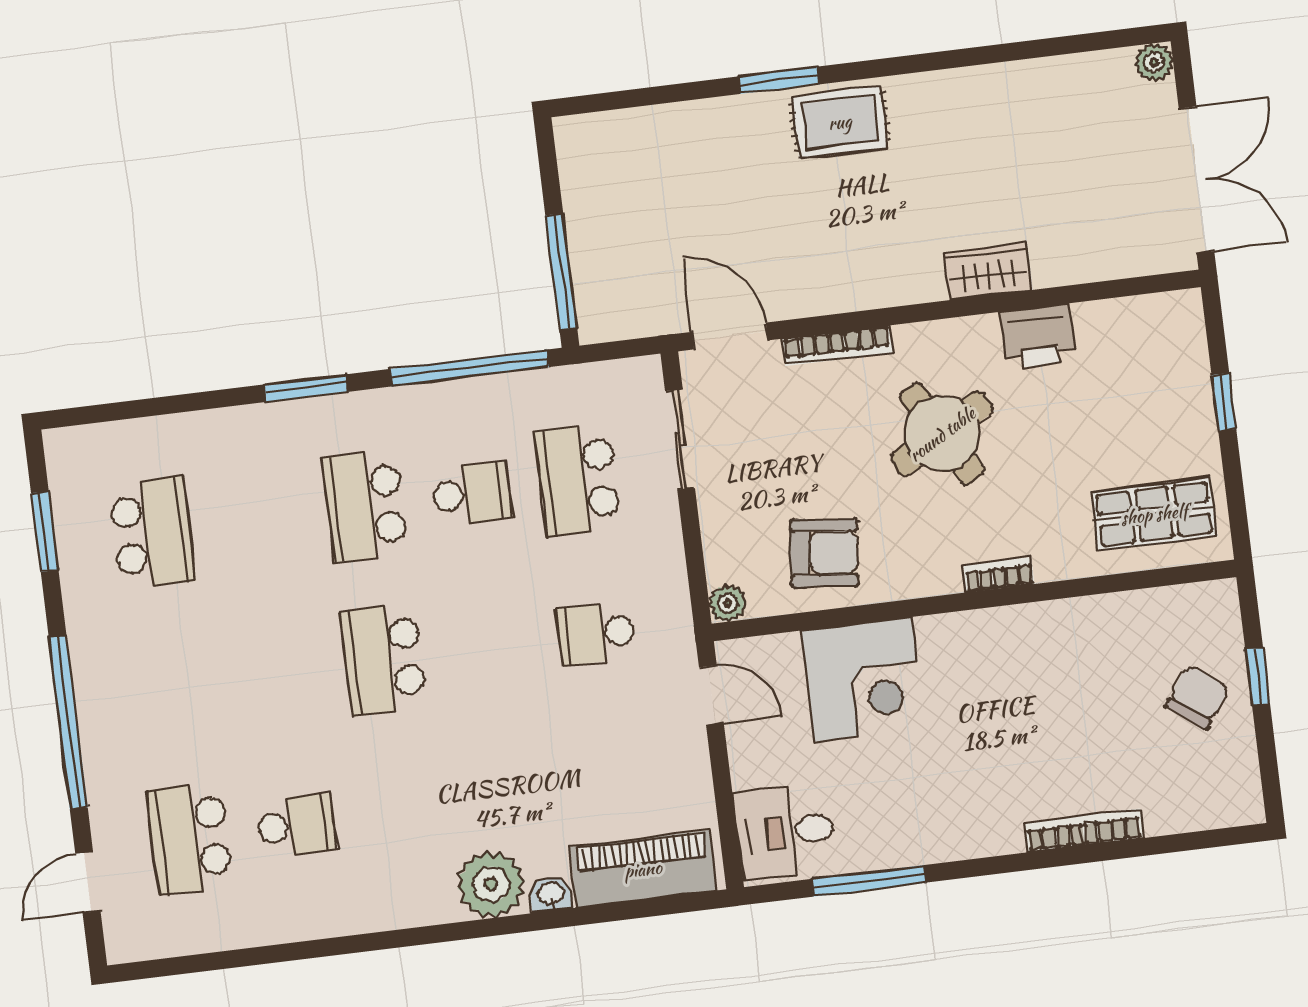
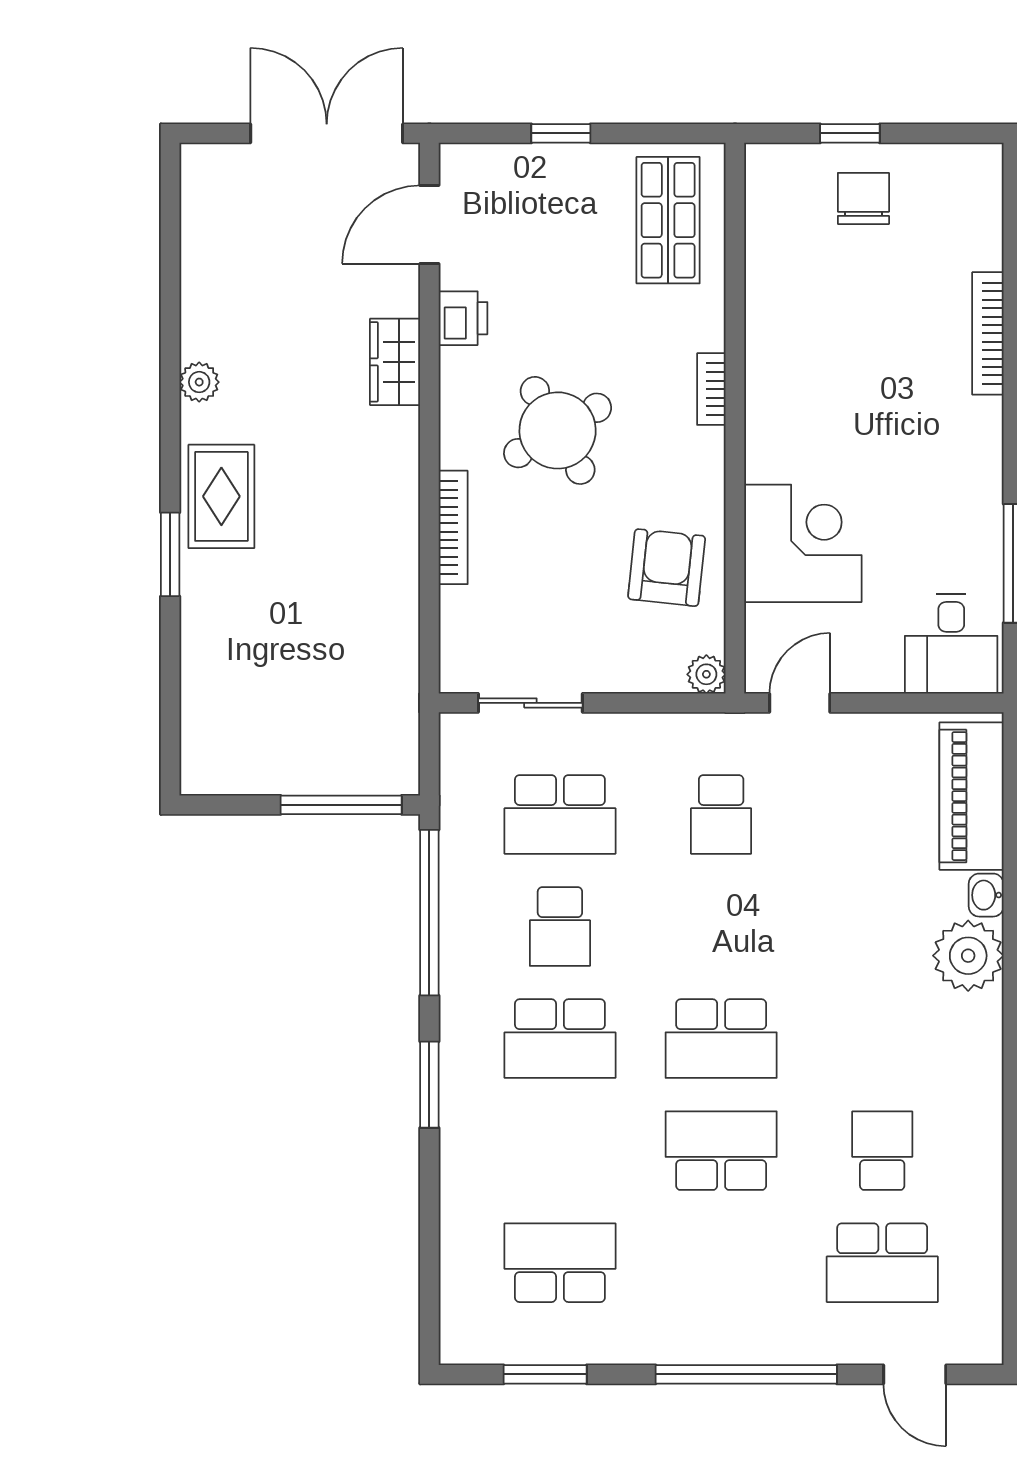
plant: (1154, 62) -> (199, 382), moved
door: (730, 336) -> (429, 224), moved
printer: (1038, 336) -> (463, 318), width x0.73, depth x0.81
school desk: (471, 494) -> (560, 927), turned 180
school desk: (277, 673) -> (721, 1151), added
chair: (1197, 697) -> (863, 198), turned 54

